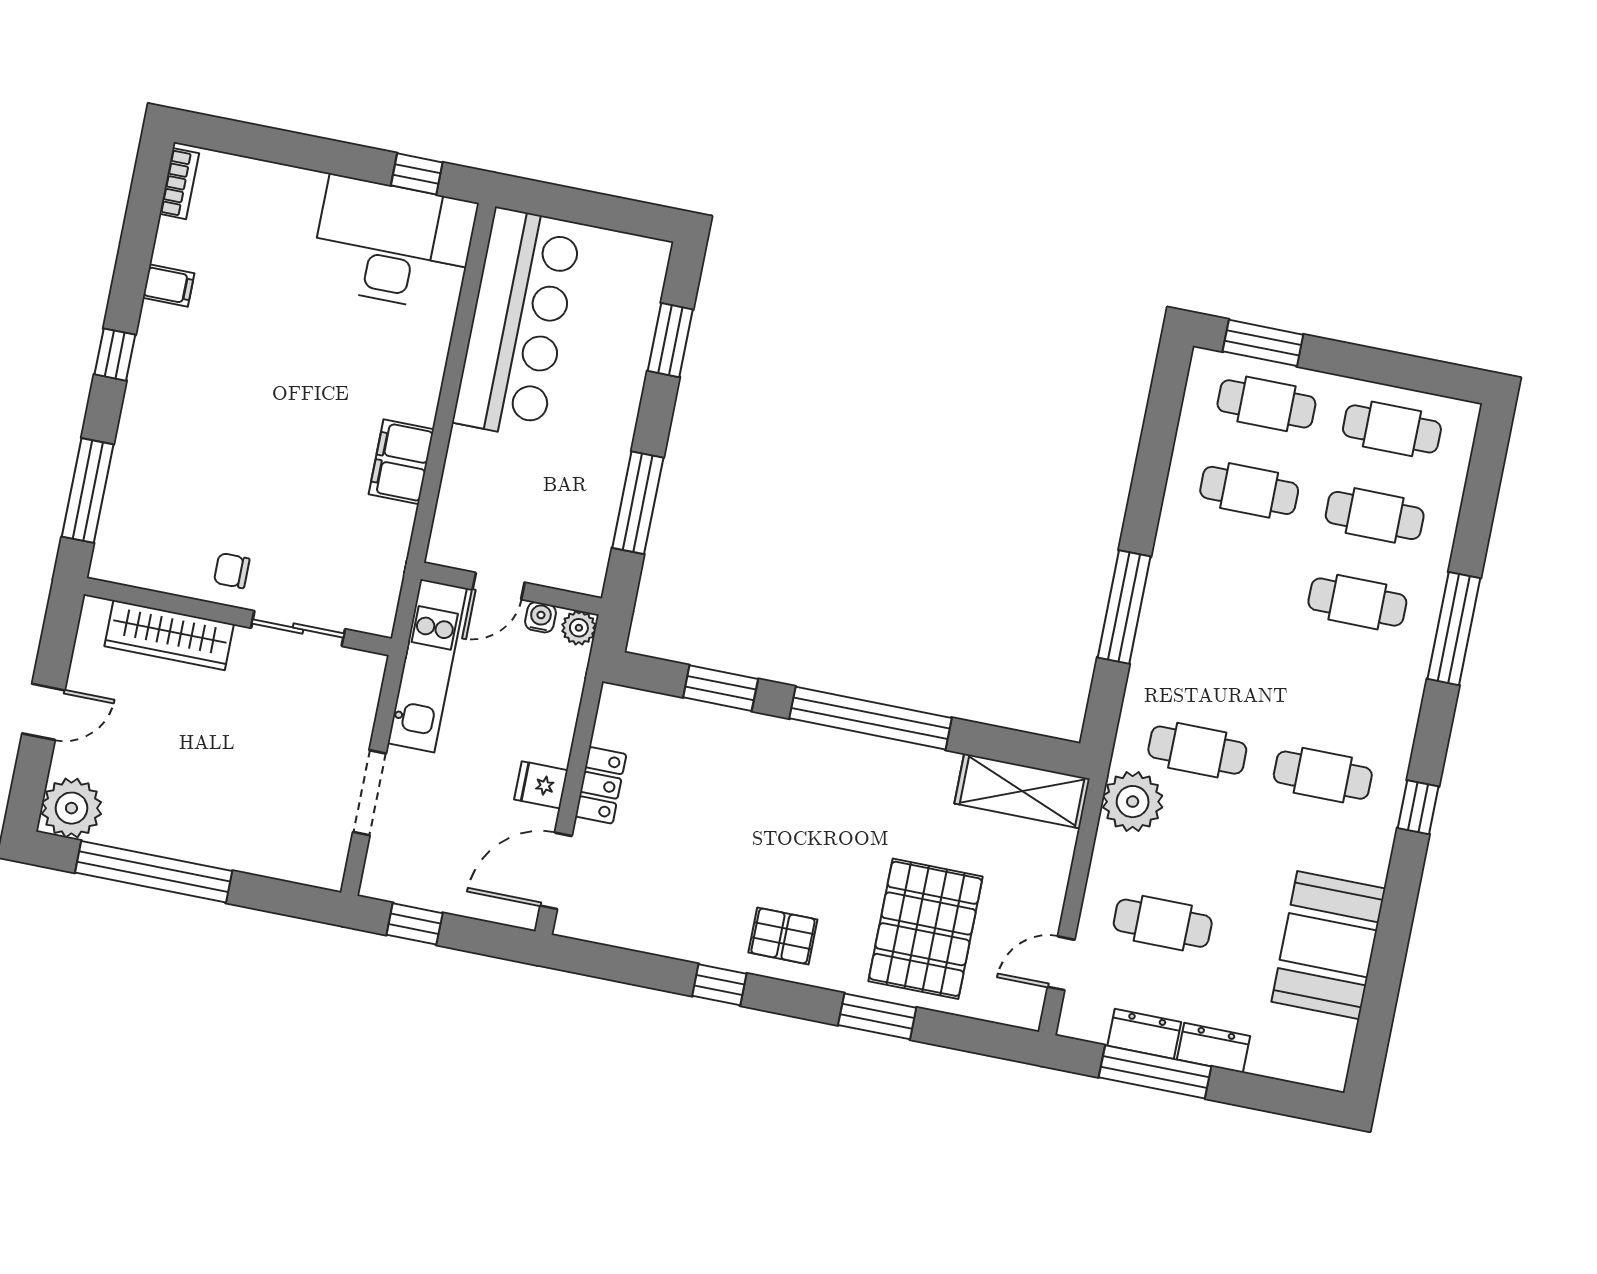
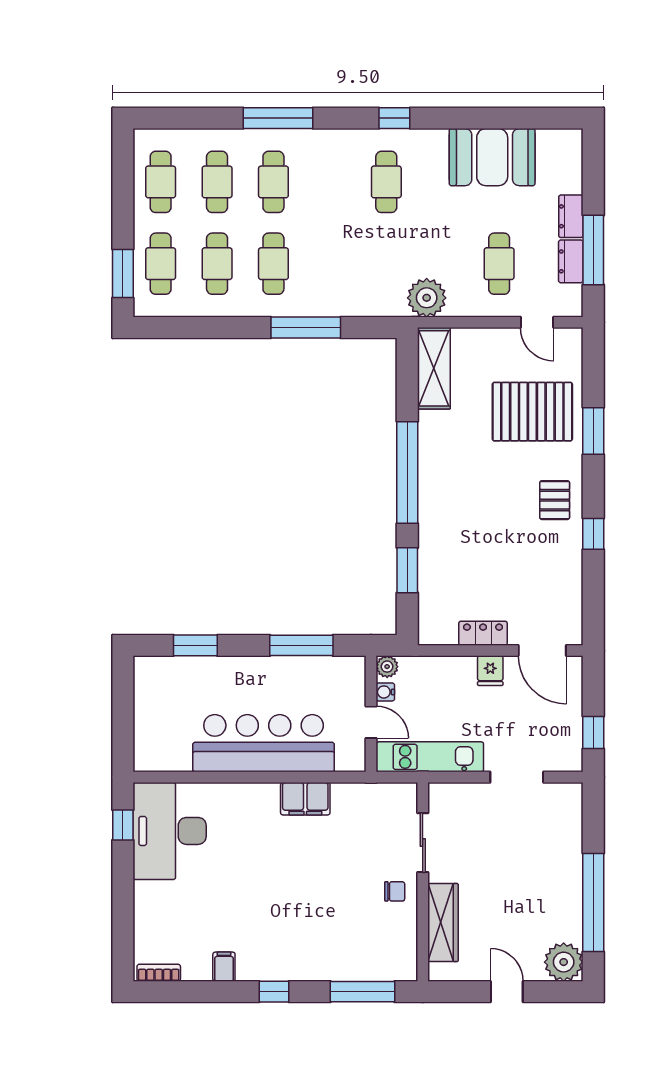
bar counter: (517, 323) -> (264, 743), moved
chair: (232, 571) -> (395, 891), turned -90
cafe table: (1197, 750) -> (273, 264), moved

